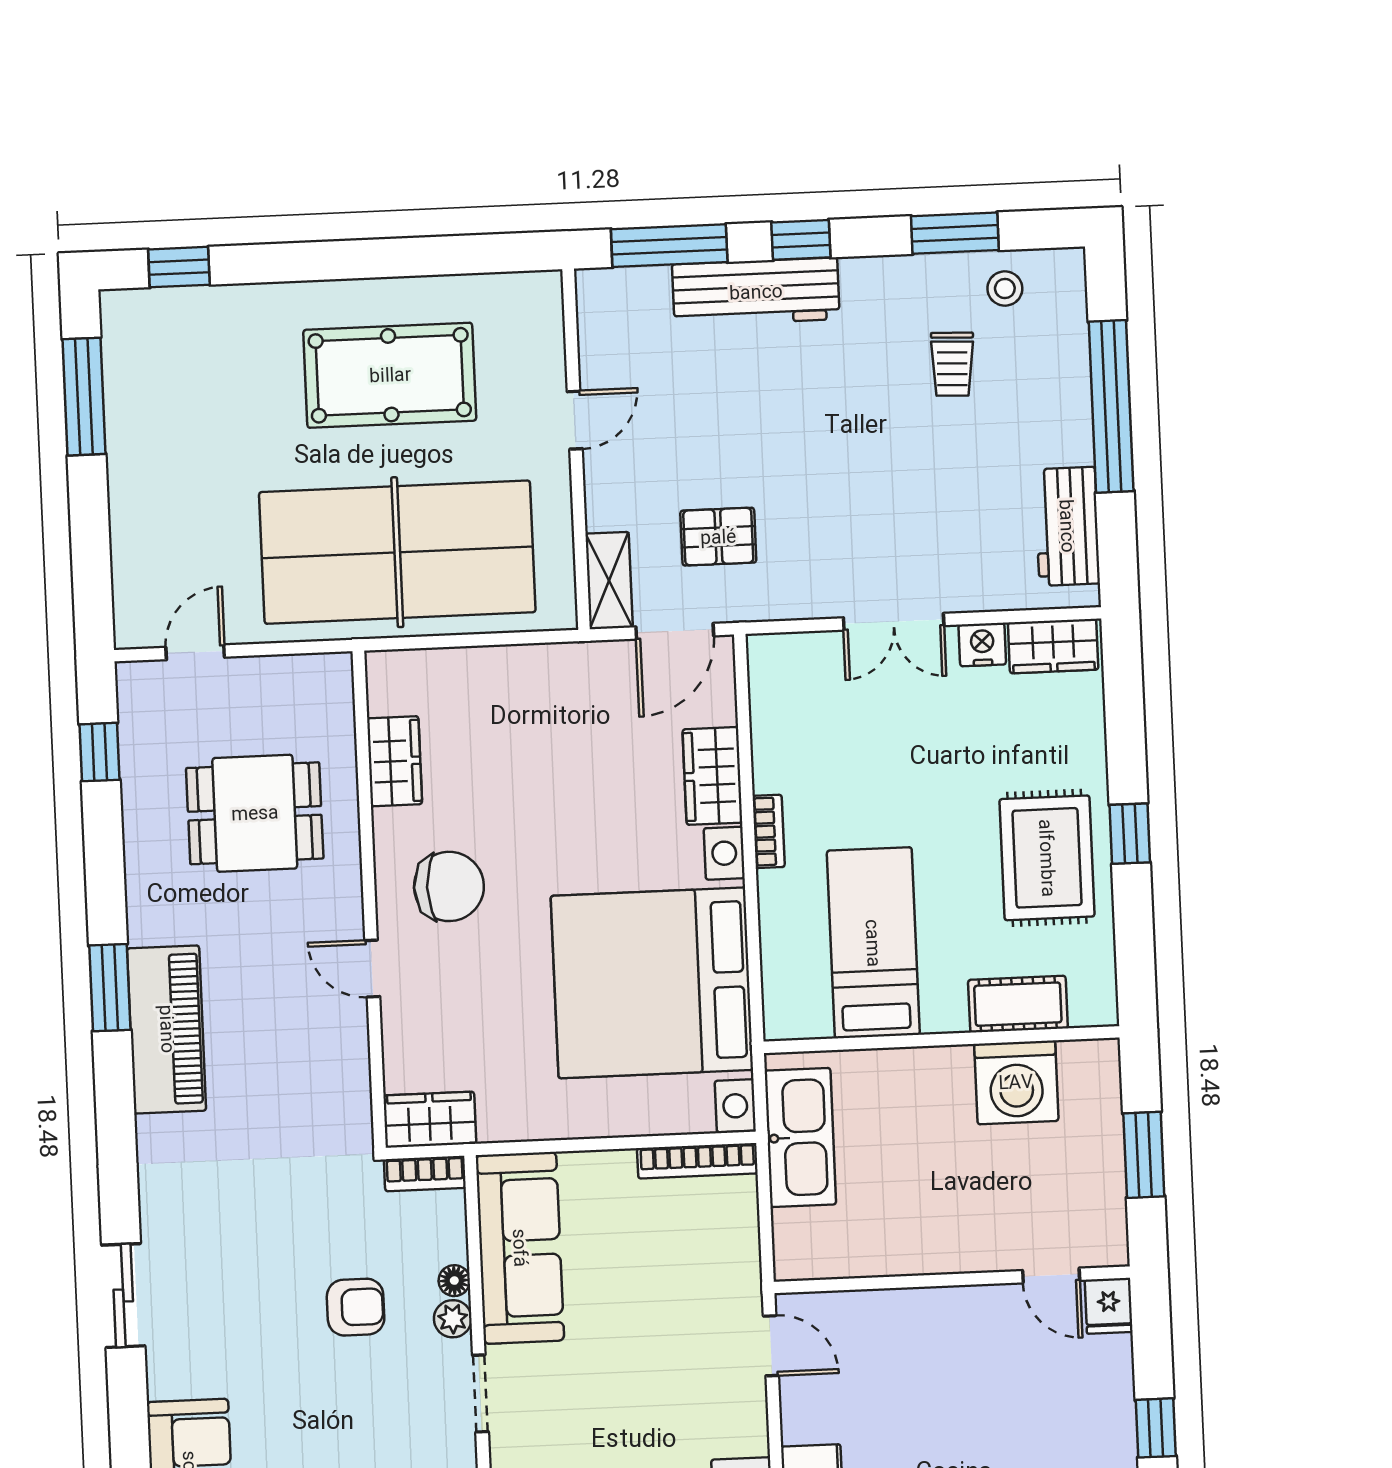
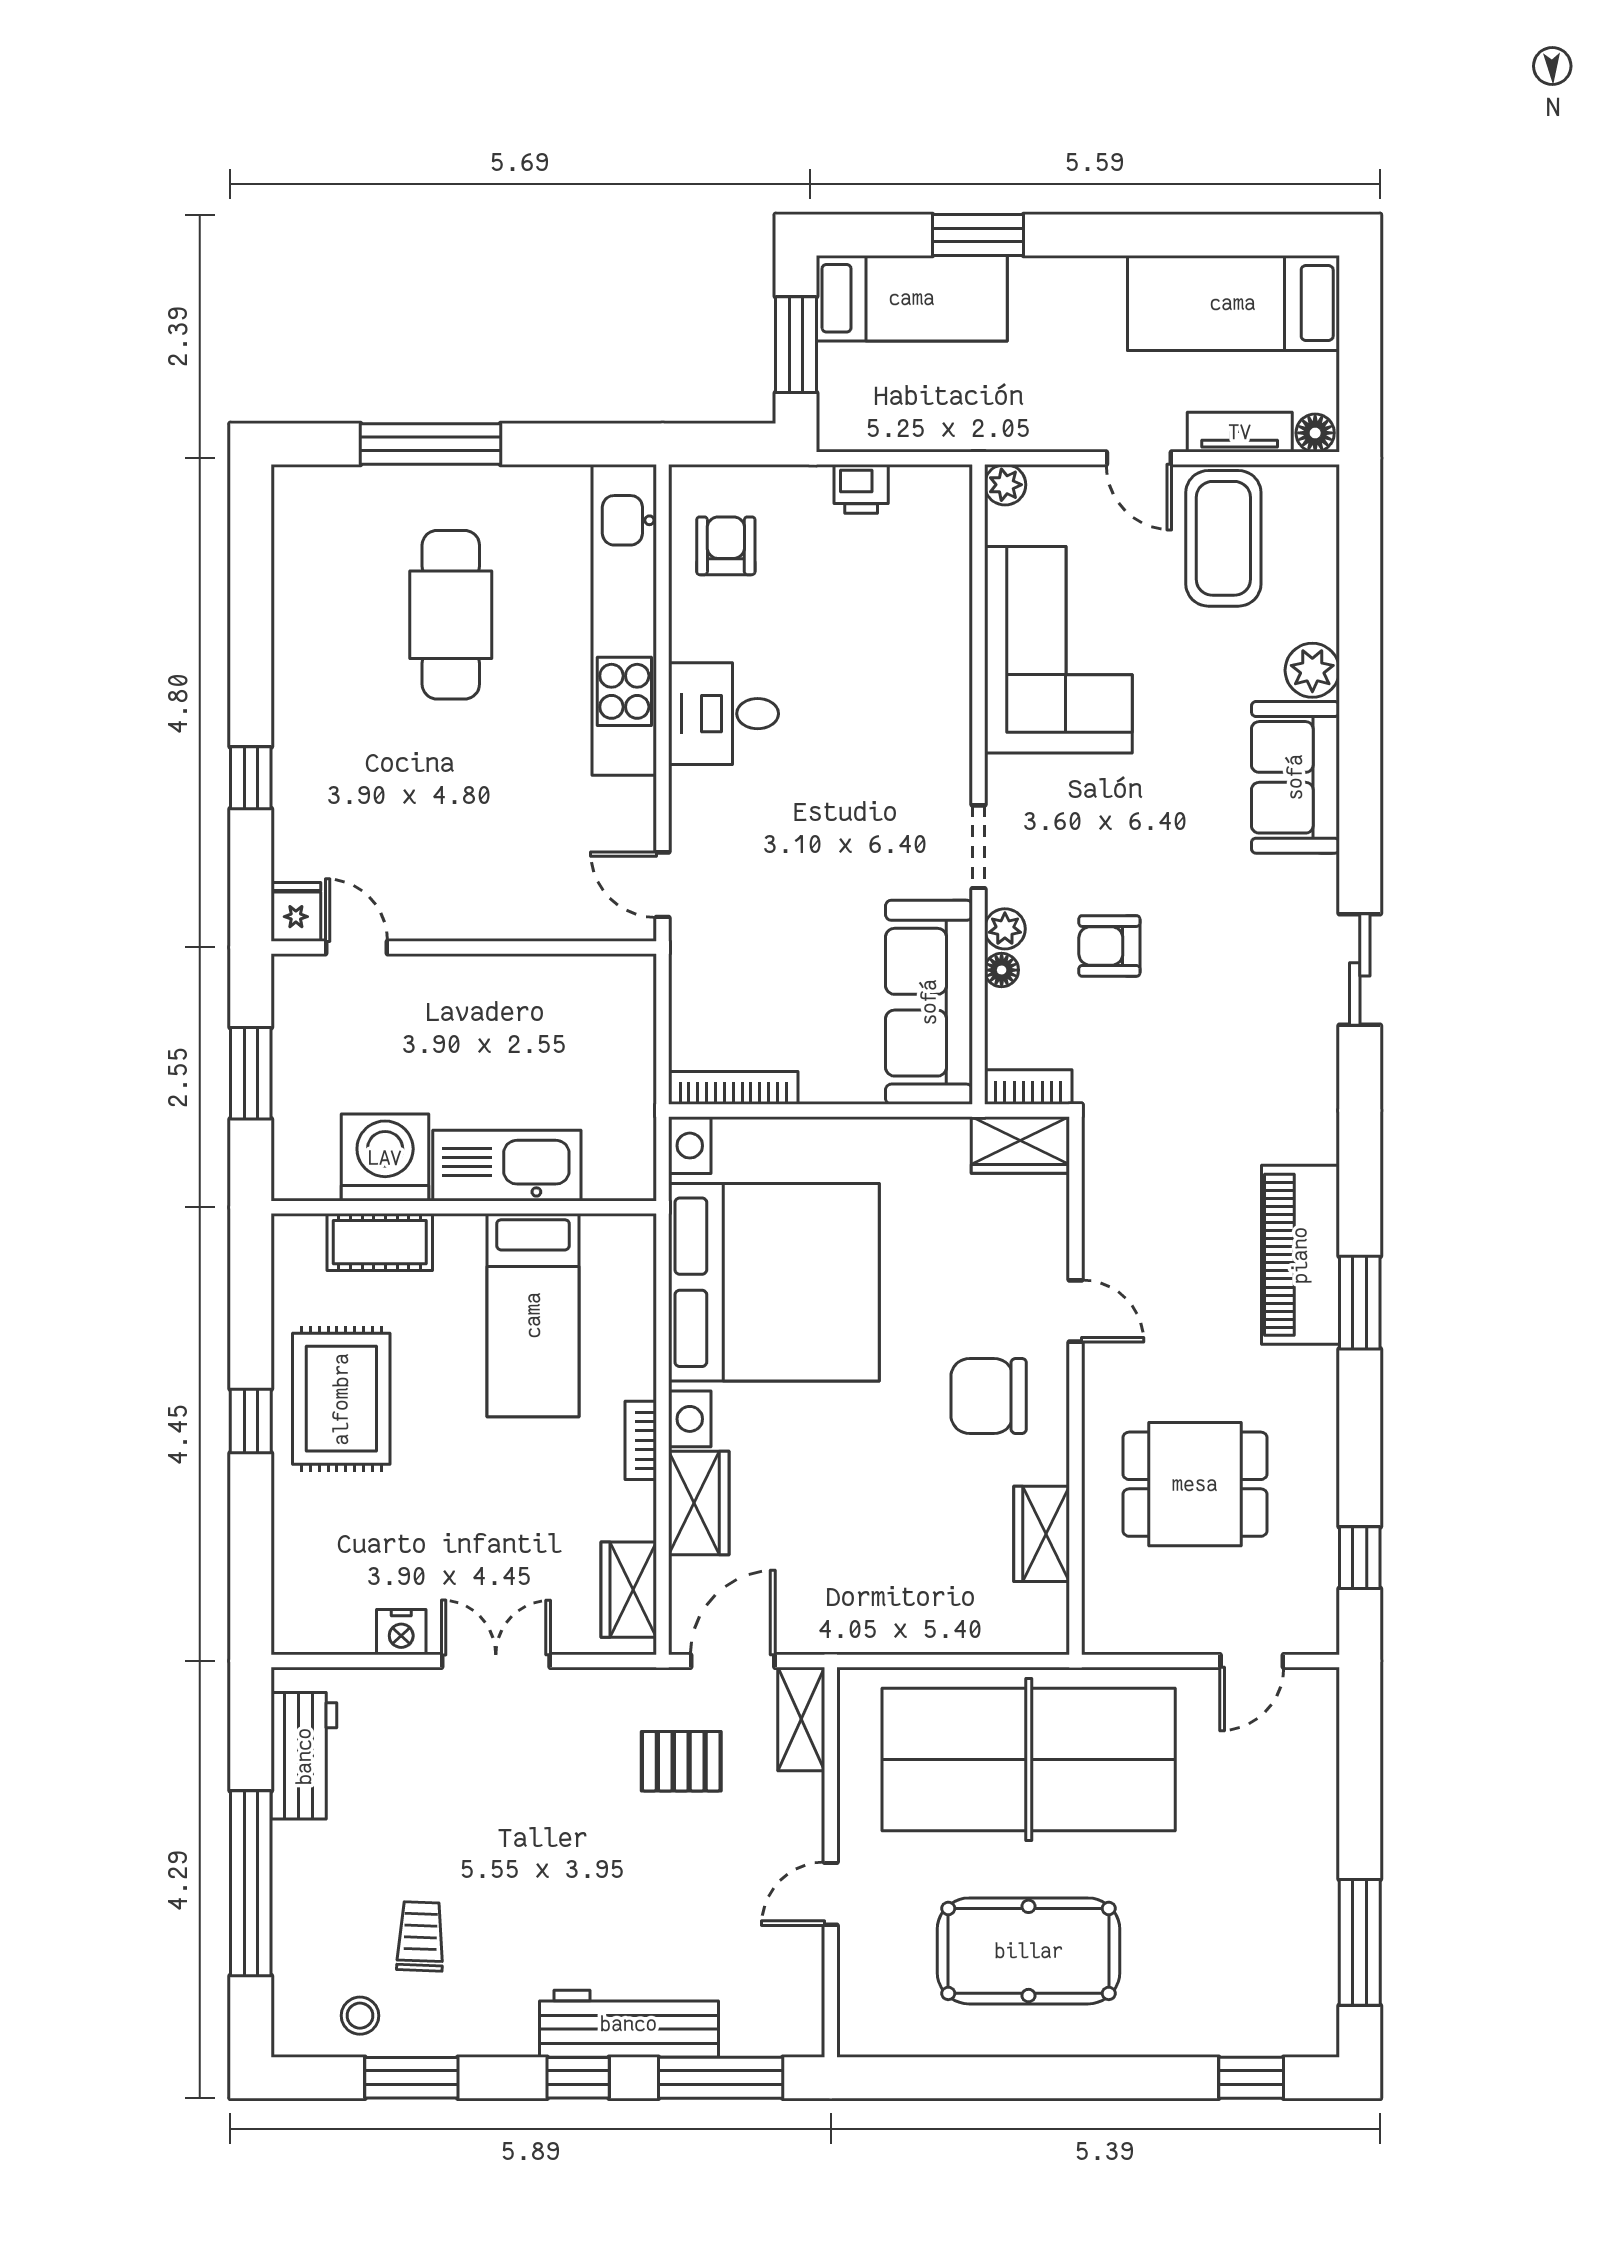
wardrobe: (1053, 646) -> (629, 1590), moved, turned -90
kitchen sink: (800, 1137) -> (507, 1166), moved, turned 90

